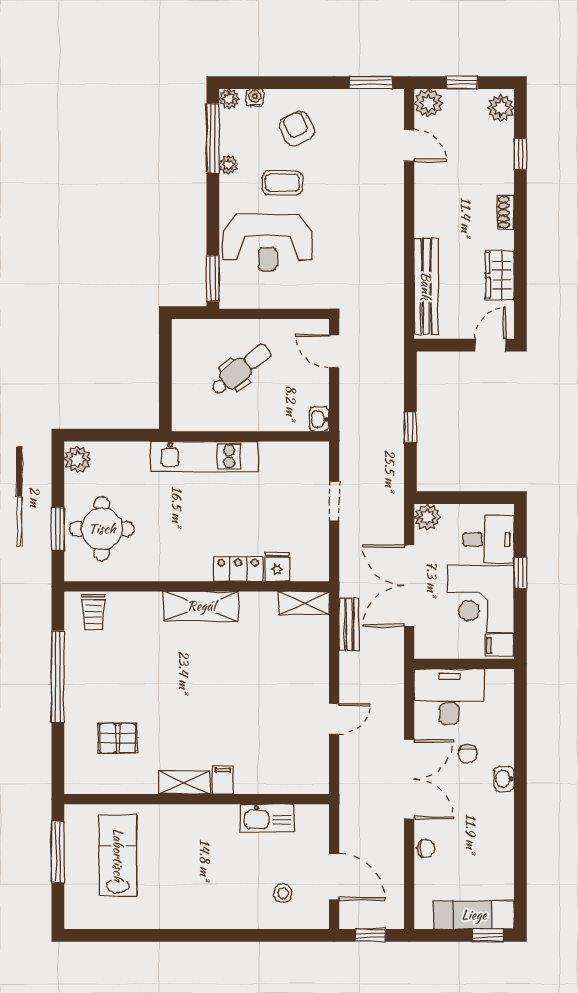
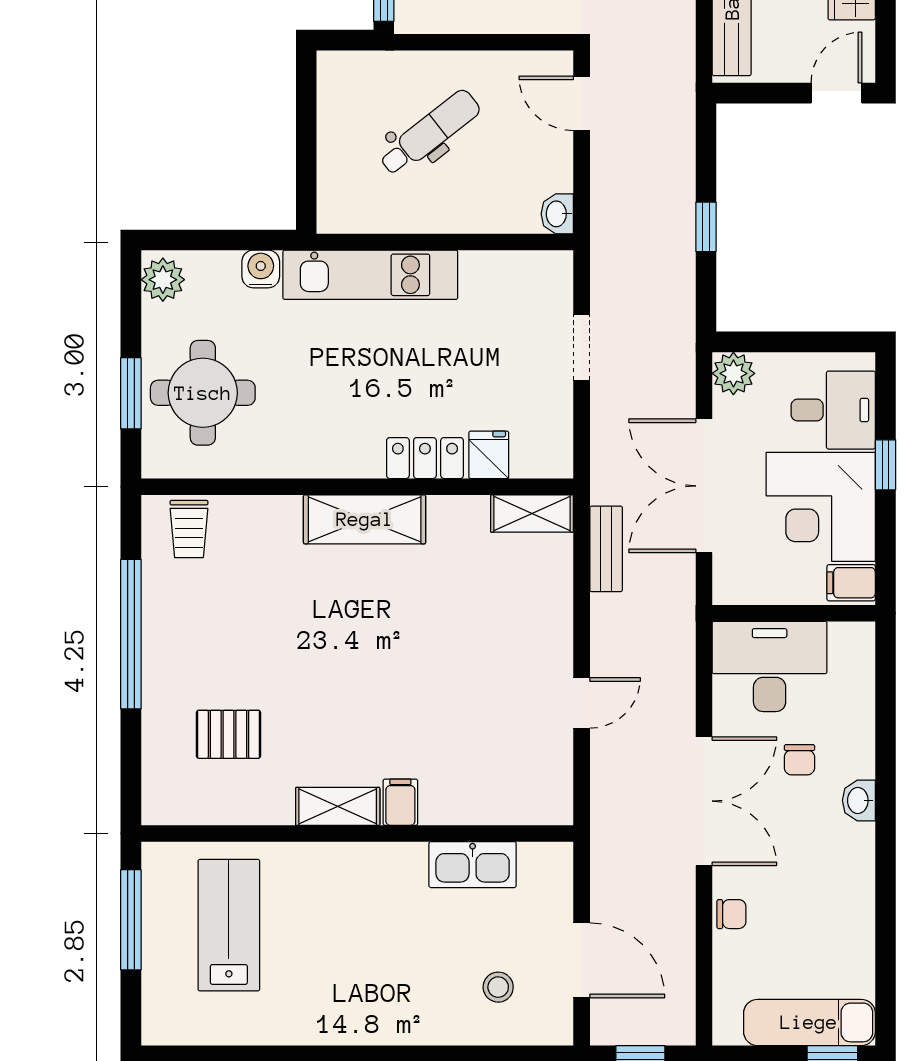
water cooler: (137, 453) -> (261, 269), added

